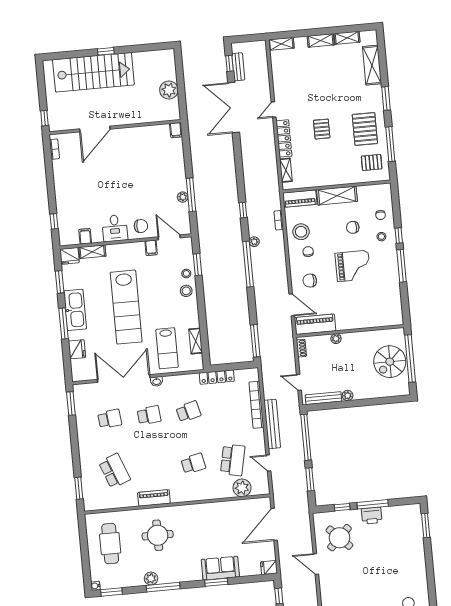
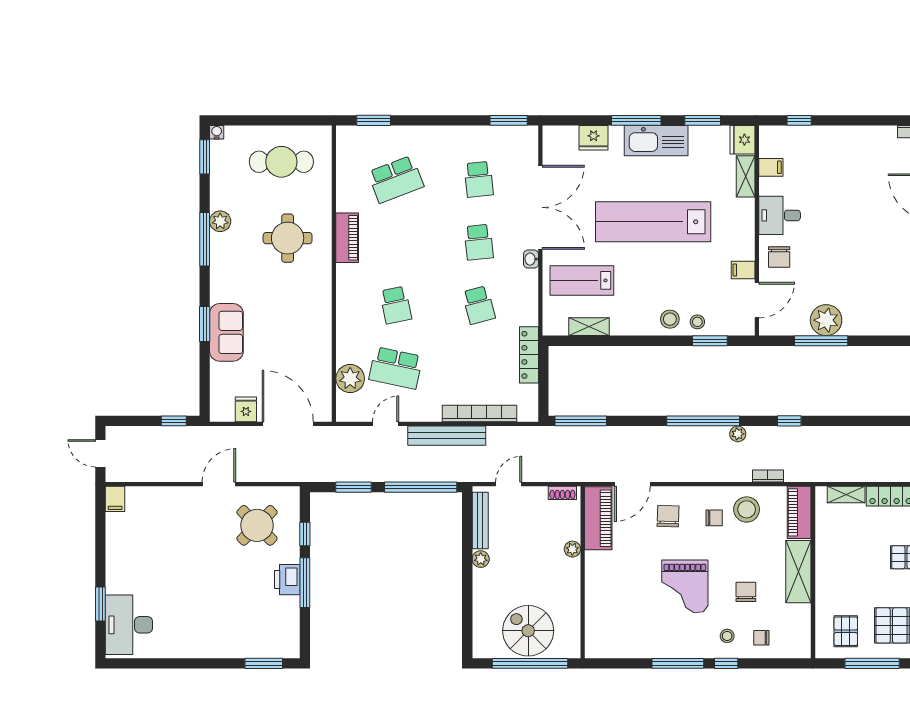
plant: (183, 197) -> (826, 320), width x1.87, depth x1.87
fridge: (269, 567) -> (246, 409), moved

